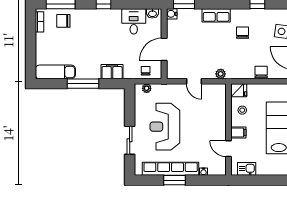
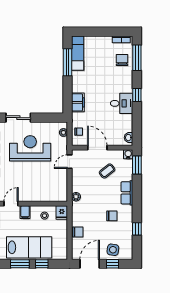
desk: (134, 21) -> (122, 103), moved
coffee table: (191, 38) -> (107, 171), added
door: (194, 81) -> (70, 162), moved
window: (83, 84) -> (67, 62), moved

